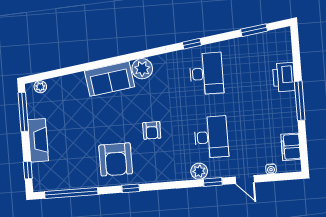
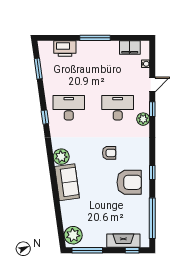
printer: (284, 77) -> (65, 49), moved
plant: (40, 87) -> (73, 235), width x1.88, depth x1.88
fireplace: (38, 140) -> (123, 241), moved

